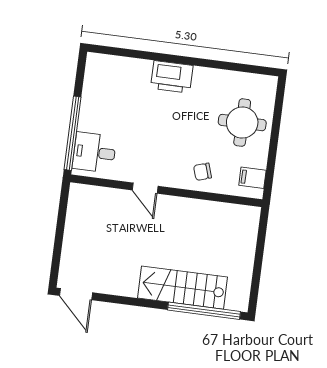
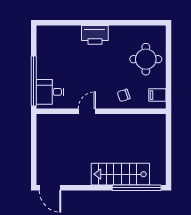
door: (145, 188) -> (87, 111), swing flipped

